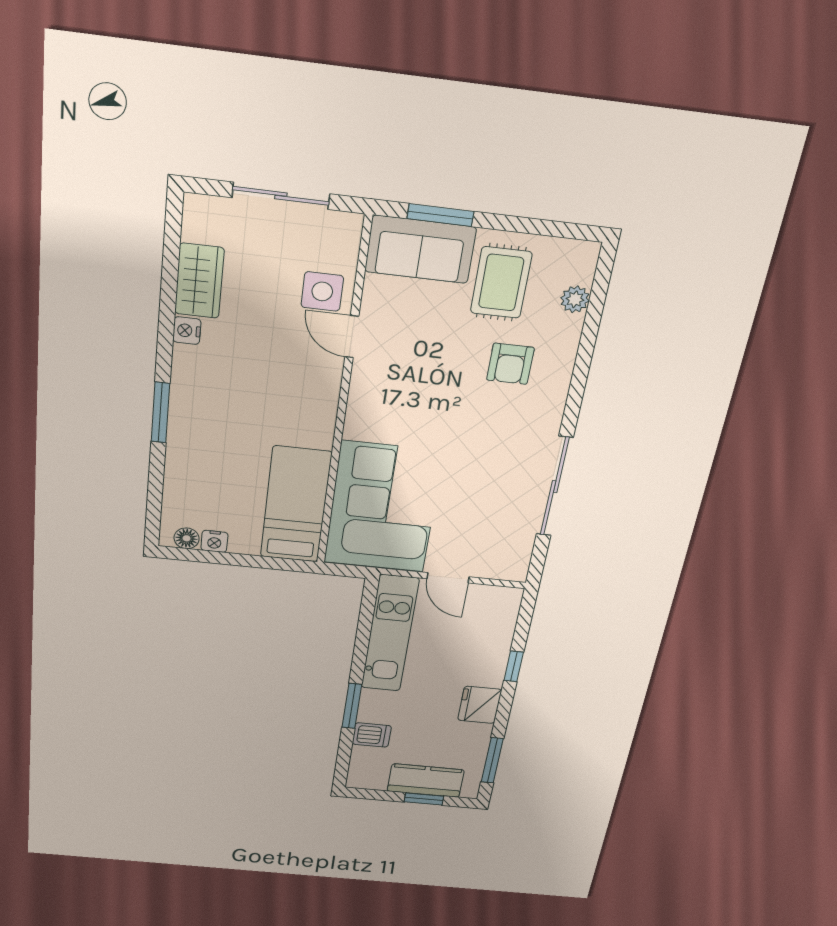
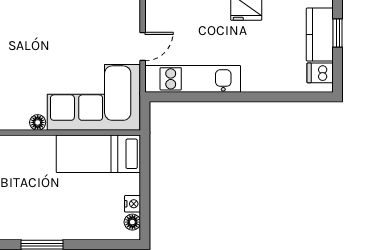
floor lamp: (356, 427) -> (38, 122), added
window: (352, 706) -> (258, 97), removed
dishwasher: (372, 735) -> (320, 73), moved, turned -90

